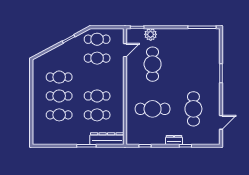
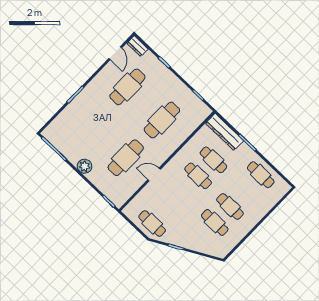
plant: (151, 34) -> (84, 166), moved
door: (125, 50) -> (154, 174), moved
cafe table: (97, 58) -> (167, 208), removed
cafe table: (153, 109) -> (162, 120), turned 90
cafe table: (59, 115) -> (261, 175), moved
door: (221, 122) -> (115, 53), swing flipped
dresser: (174, 140) -> (137, 46), moved

